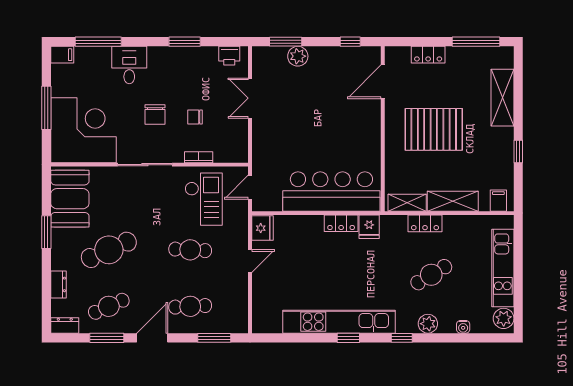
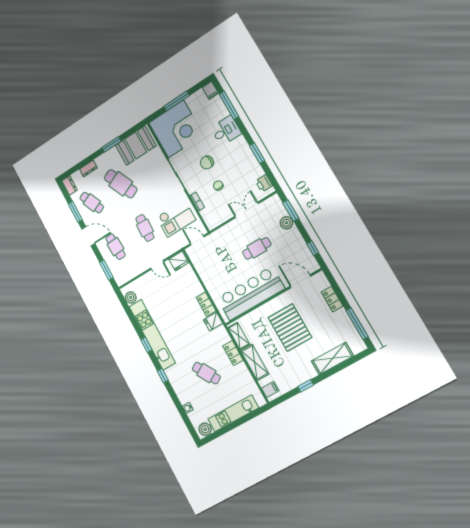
cafe table: (308, 114) -> (257, 248), added
bar counter: (331, 192) -> (251, 293), moved, turned -90
plant: (428, 324) -> (131, 297), moved

